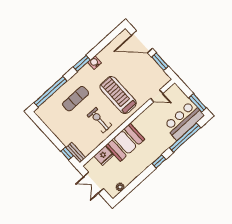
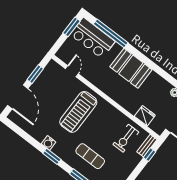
exercise bike: (100, 120) -> (126, 138), moved
booth: (125, 142) -> (131, 68), moved
window: (159, 161) -> (141, 57), removed

